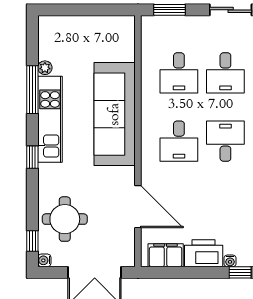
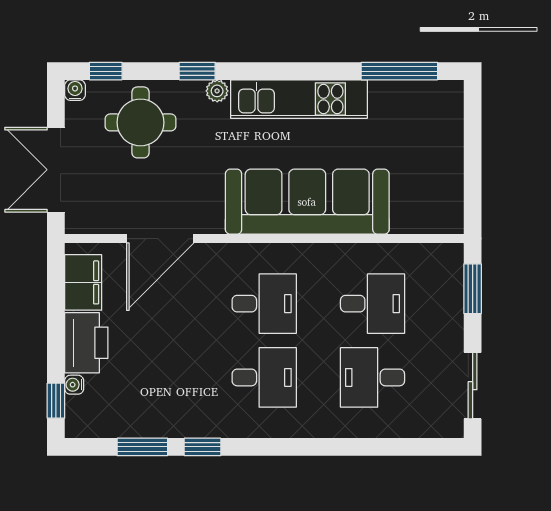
plant: (45, 68) -> (217, 91), moved
desk: (179, 73) -> (373, 304), turned 180
window: (32, 90) -> (399, 71), moved
desk: (179, 141) -> (264, 304), turned 180
window: (32, 157) -> (197, 71), moved

